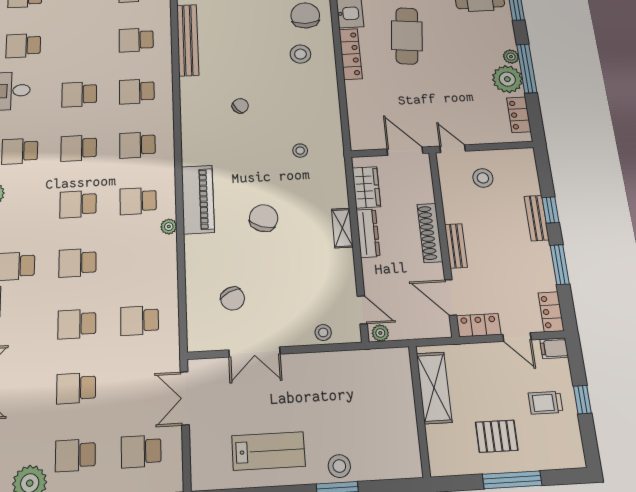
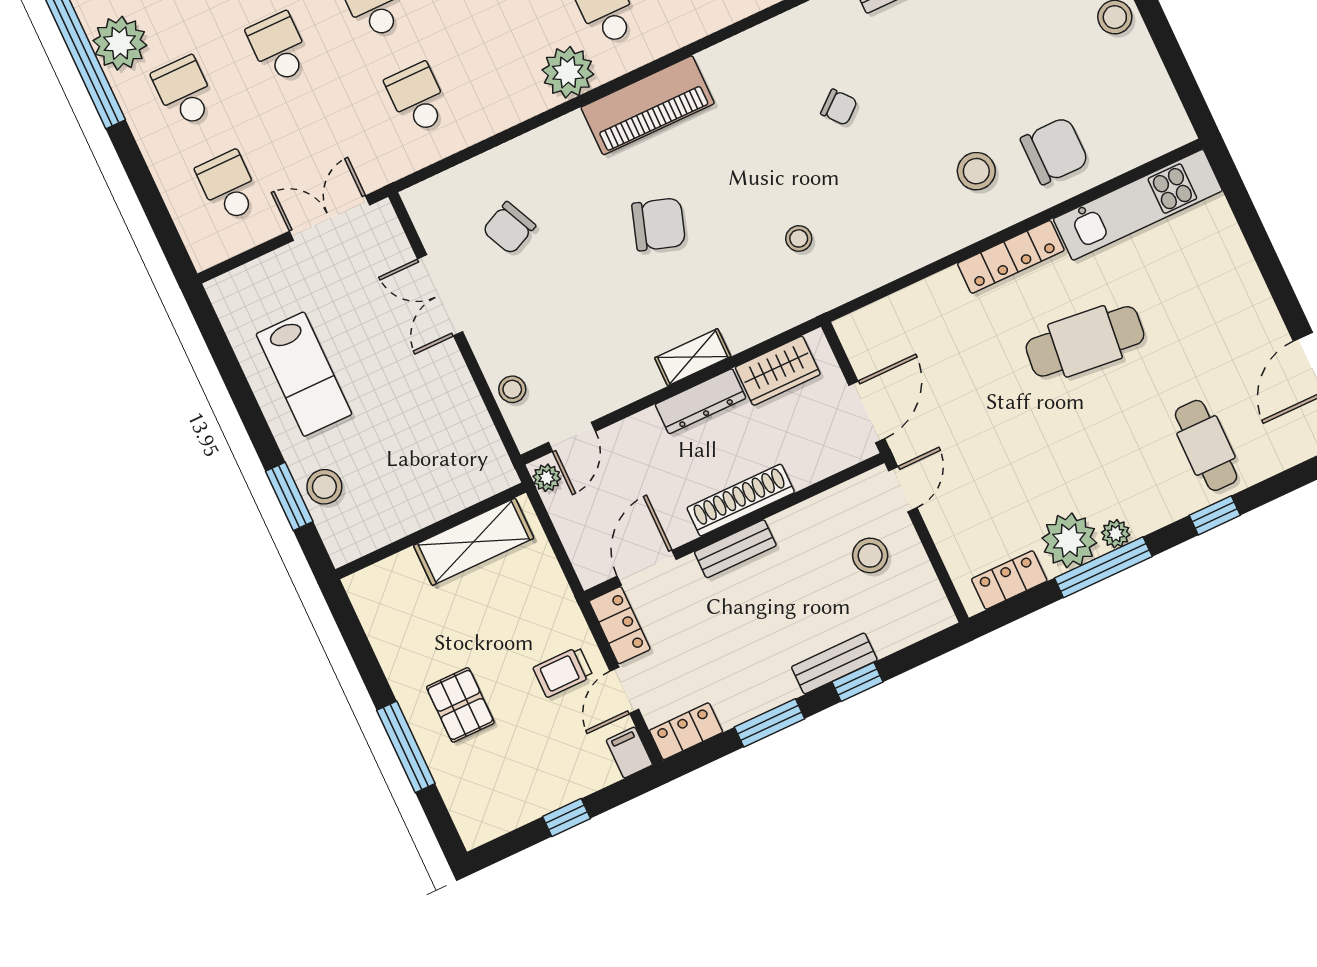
plant: (169, 227) -> (568, 72), width x1.88, depth x1.88
shelving: (434, 388) -> (474, 542), moved
trolley: (545, 403) -> (563, 672), moved, turned -90
wall: (419, 410) -> (431, 531), moved

